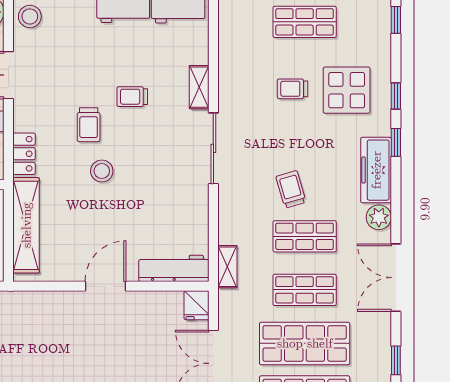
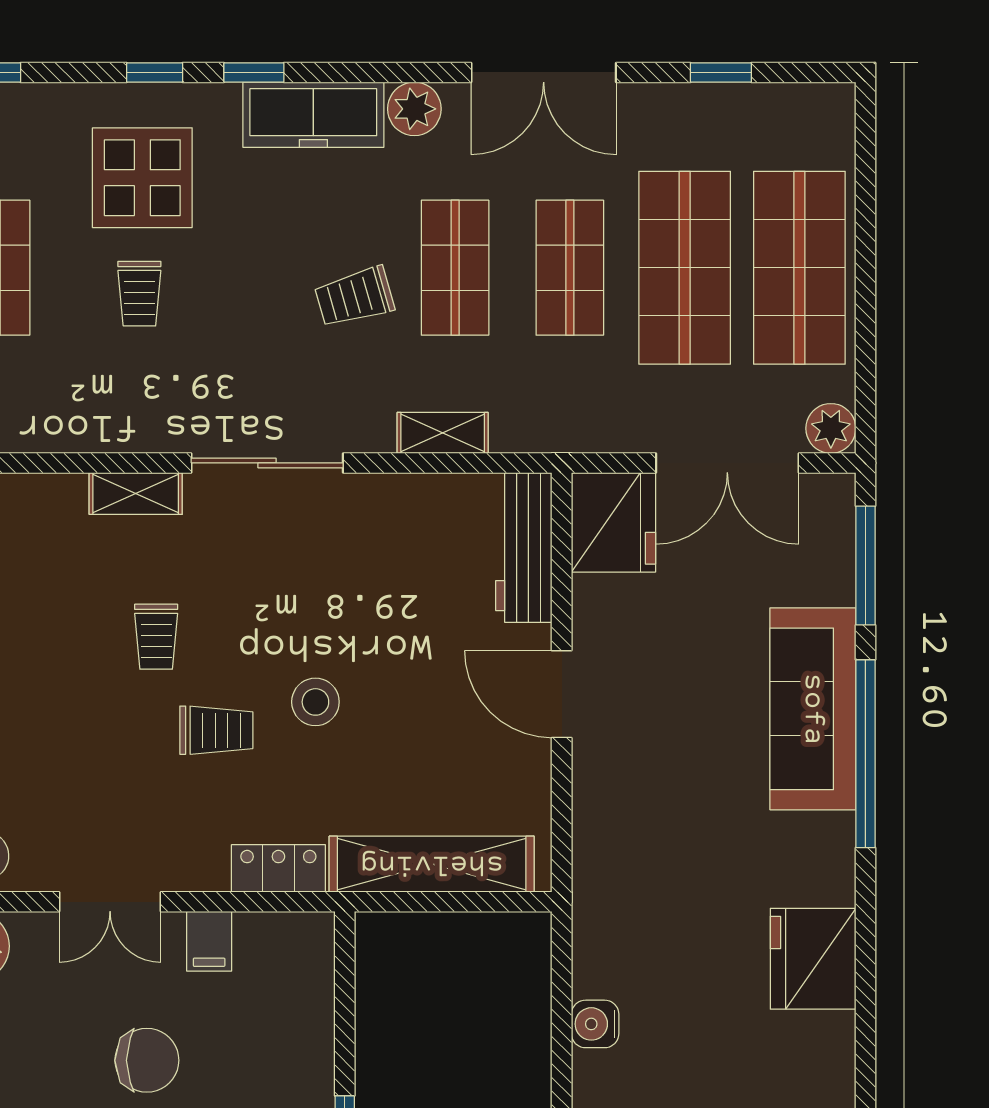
shelving: (227, 267) -> (443, 433), moved
fridge: (197, 305) -> (613, 522), width x1.88, depth x1.34

